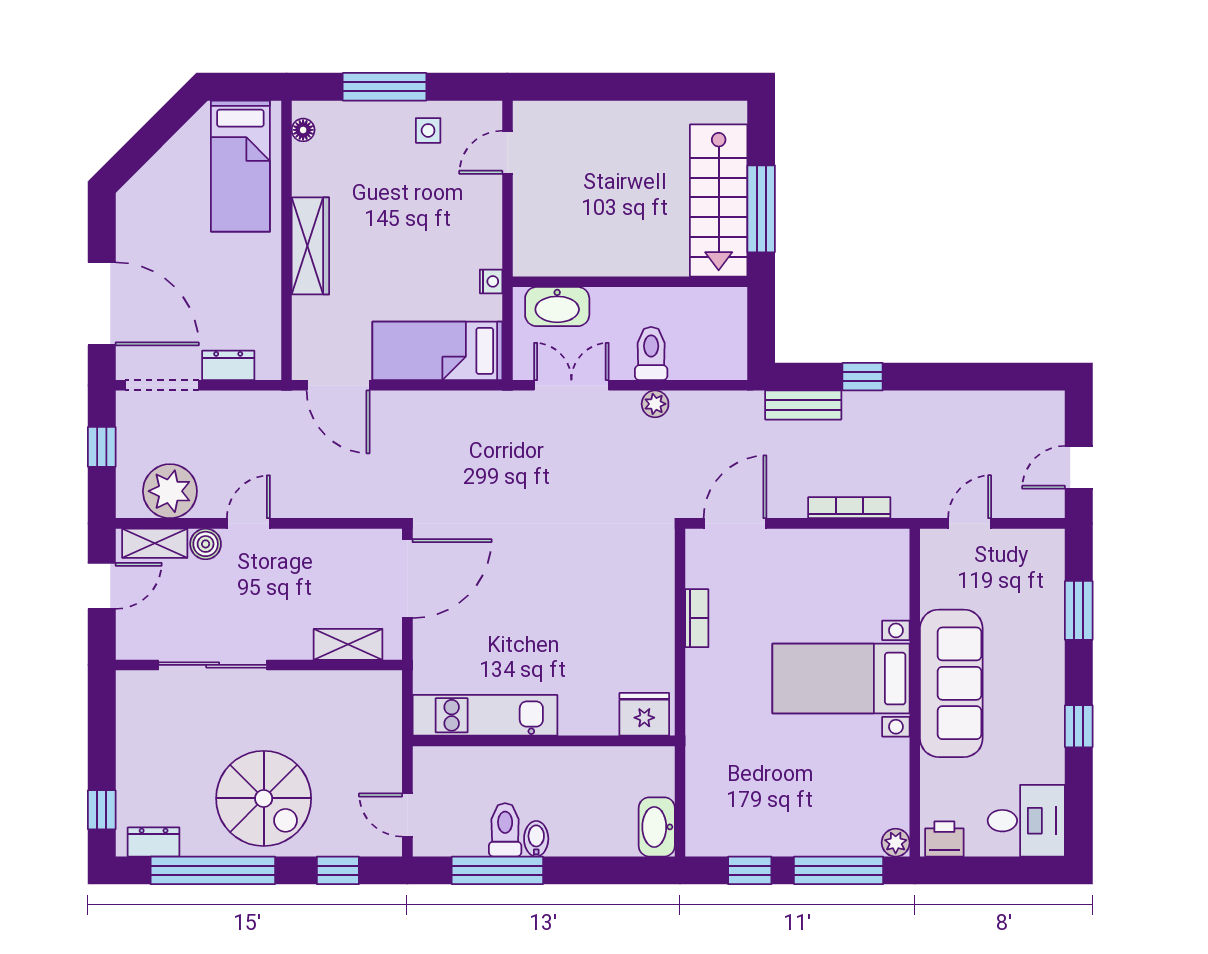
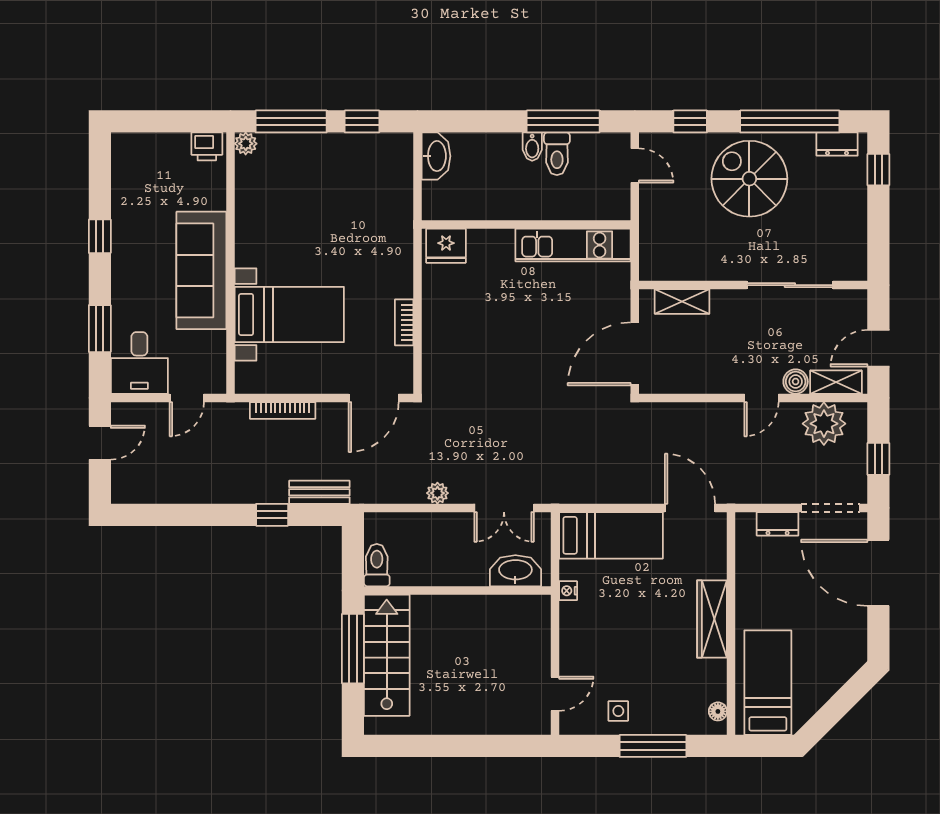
toilet: (651, 353) -> (377, 565), moved, turned 180
bed with nightstands: (841, 679) -> (289, 315), moved
desk: (1026, 821) -> (139, 363), moved, turned -90

